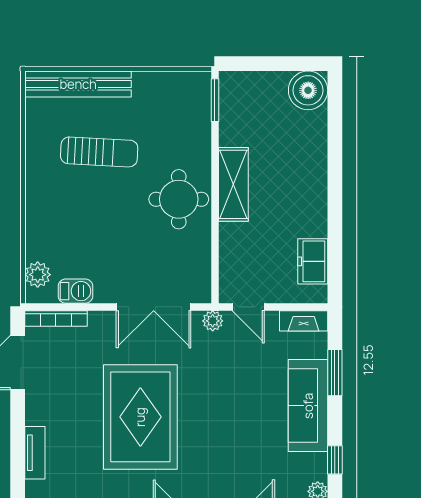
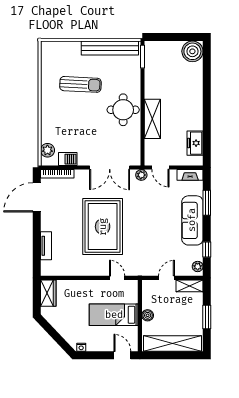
bench: (78, 84) -> (110, 48), moved
shelving: (233, 184) -> (152, 119), moved

